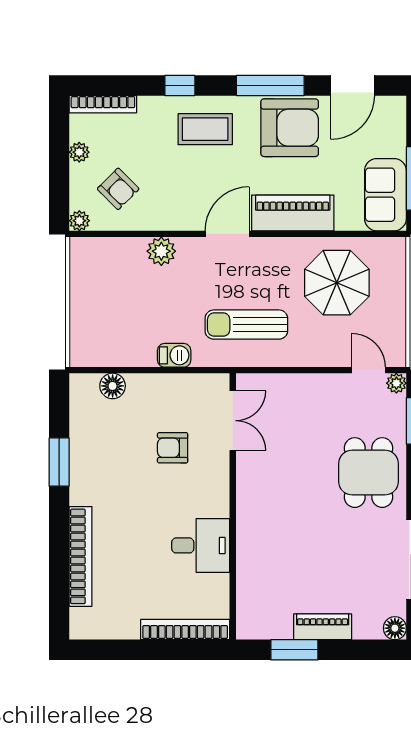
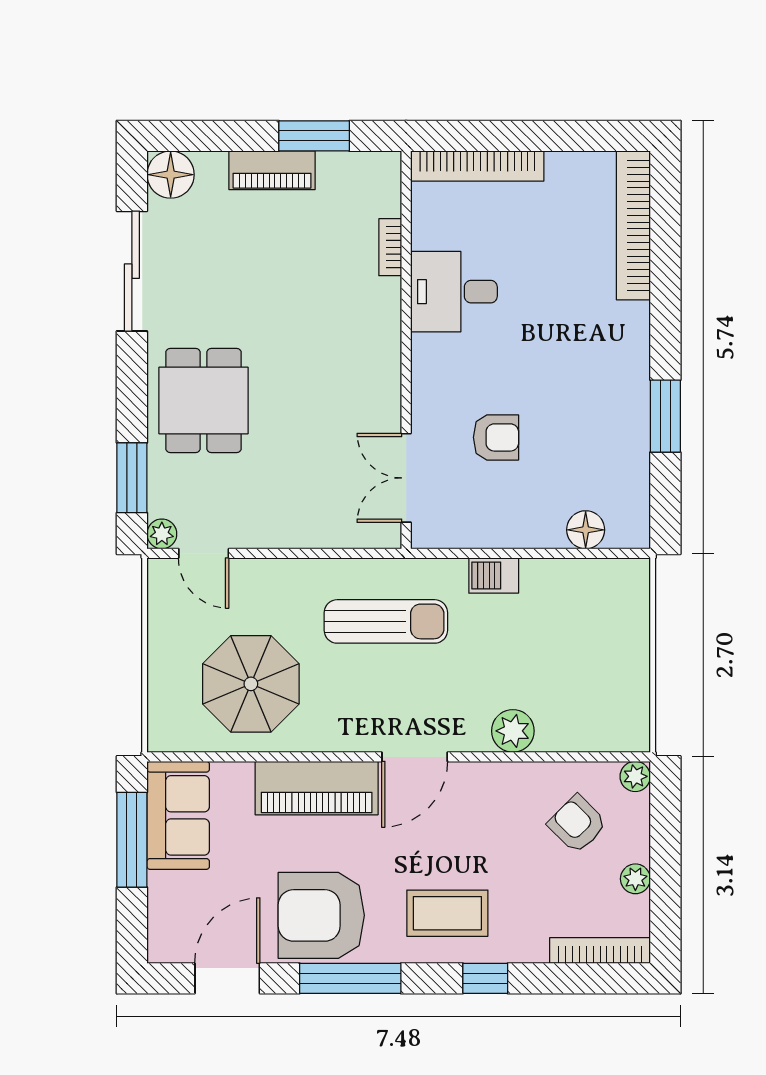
bookcase: (81, 556) -> (633, 225), moved
bookcase: (243, 575) -> (390, 247), added
floor lamp: (395, 628) -> (171, 175), width x1.38, depth x1.38

